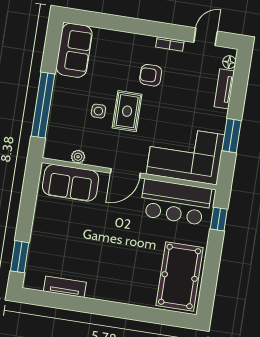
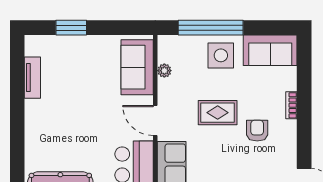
bookcase: (170, 44) -> (291, 105), moved
side table: (98, 111) -> (221, 55), moved, width x1.87, depth x1.87
window: (20, 257) -> (71, 28), moved

